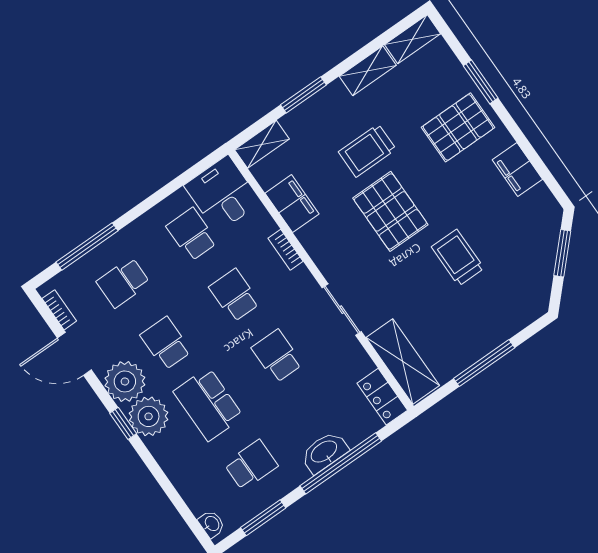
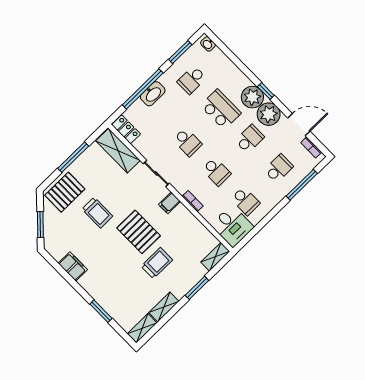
pallet: (458, 127) -> (65, 192), moved
filing cabinet: (292, 204) -> (170, 203), moved, width x0.50
school desk: (166, 343) -> (250, 139), turned -90

